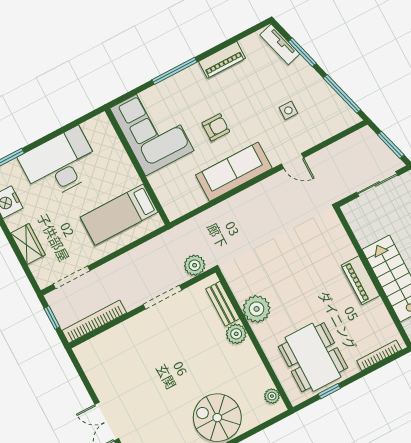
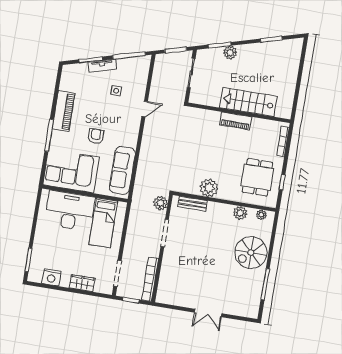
tv unit: (280, 44) -> (102, 66), moved
piano: (222, 60) -> (64, 111), width x1.37, depth x1.33
desk: (60, 164) -> (70, 211), moved, turned 90
sofa: (234, 172) -> (122, 170), moved
plant: (236, 334) -> (240, 213), moved
dining table: (313, 357) -> (257, 177), width x0.73

